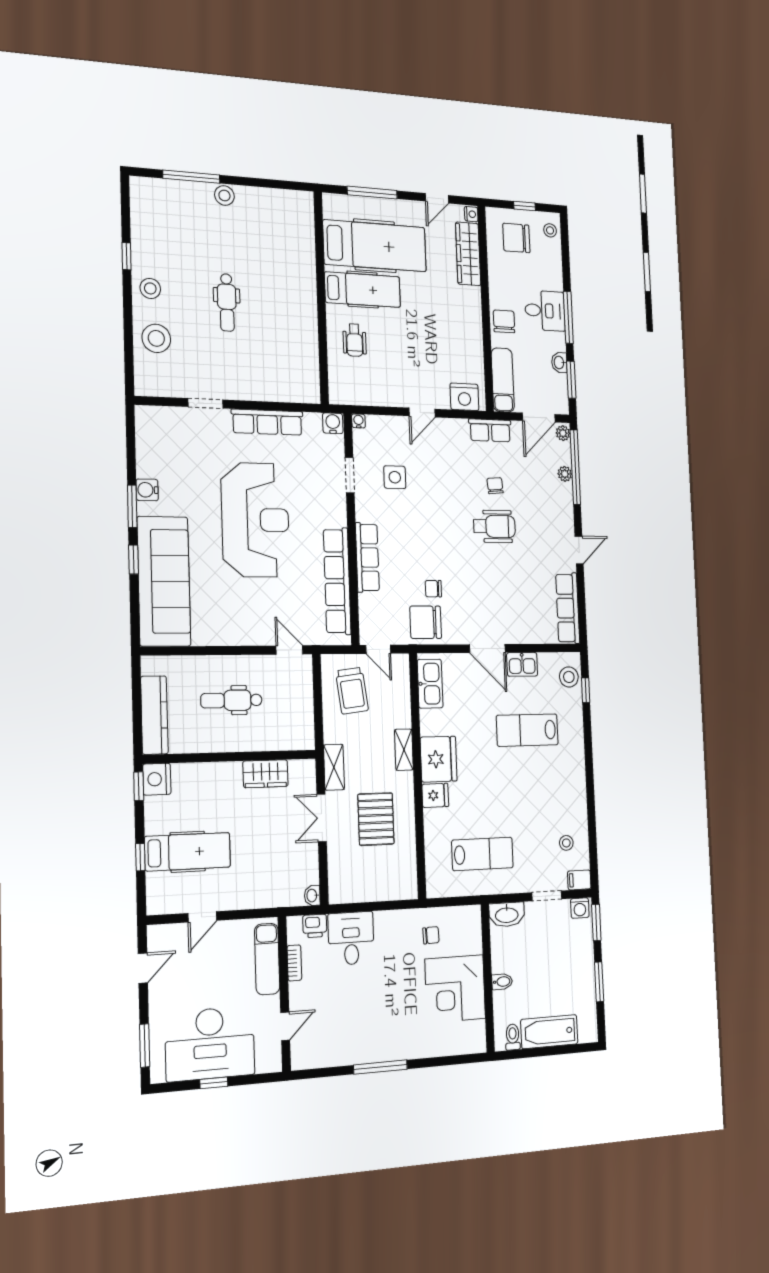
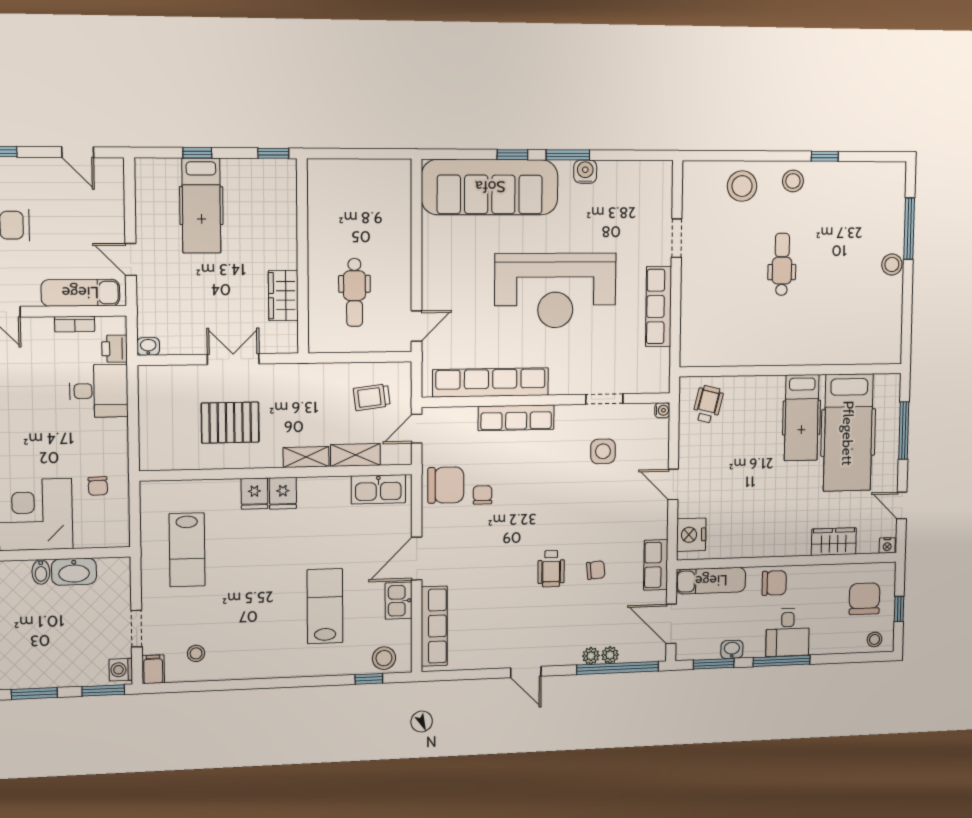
wardrobe: (468, 254) -> (834, 542), width x0.67
dental chair: (227, 302) -> (782, 264), turned 90
wheelchair: (355, 340) -> (708, 404), moved, turned 104
water cooler: (333, 423) -> (659, 381), removed
plant: (563, 433) -> (591, 656), moved
wheelchair: (494, 526) -> (551, 569), width x0.73, depth x0.73
row of seats: (568, 608) -> (434, 626), moved, turned 90
chair: (426, 622) -> (446, 485), turned 90
trolley: (352, 691) -> (372, 397), width x0.73, depth x0.72
dental chair: (231, 700) -> (355, 292), moved, turned 180
kitchen counter: (154, 715) -> (349, 173), removed
fridge: (439, 759) -> (283, 493), width x0.53, depth x0.75
shelving: (334, 767) -> (355, 455), moved
nightstand: (157, 779) -> (280, 173), removed
washbasin: (507, 914) -> (74, 572), moved, turned -90
door: (202, 917) -> (131, 259), moved

